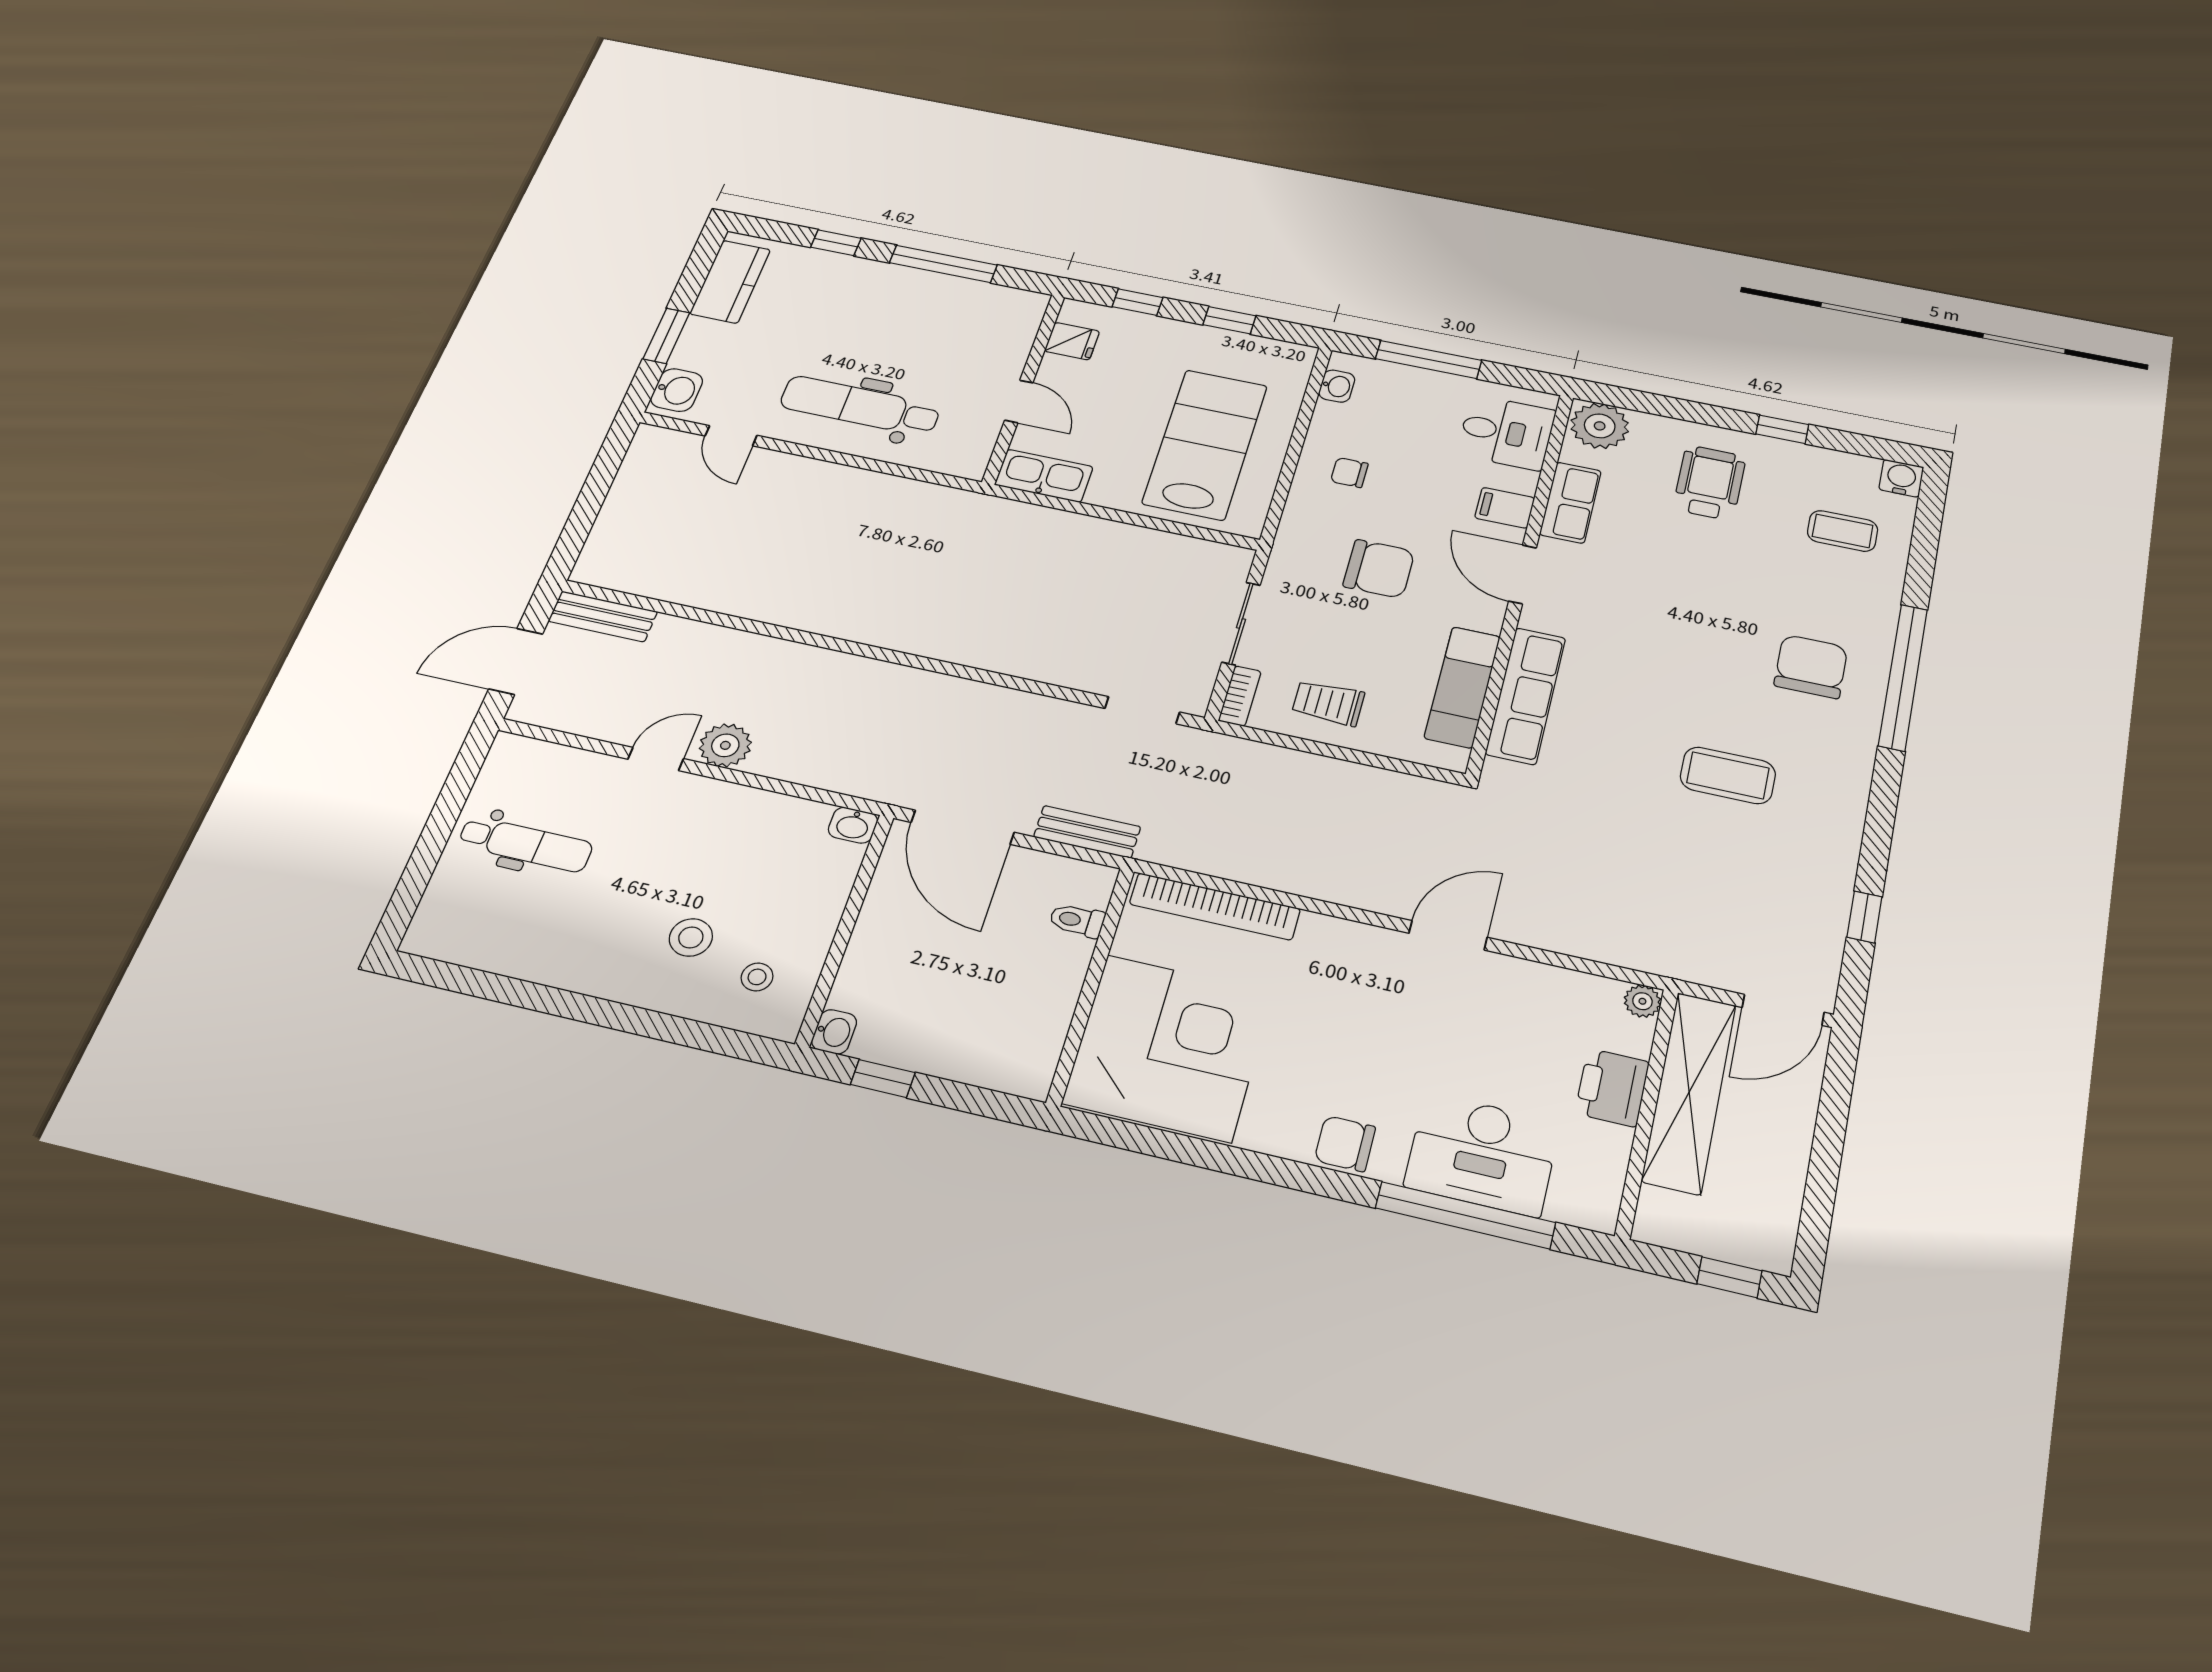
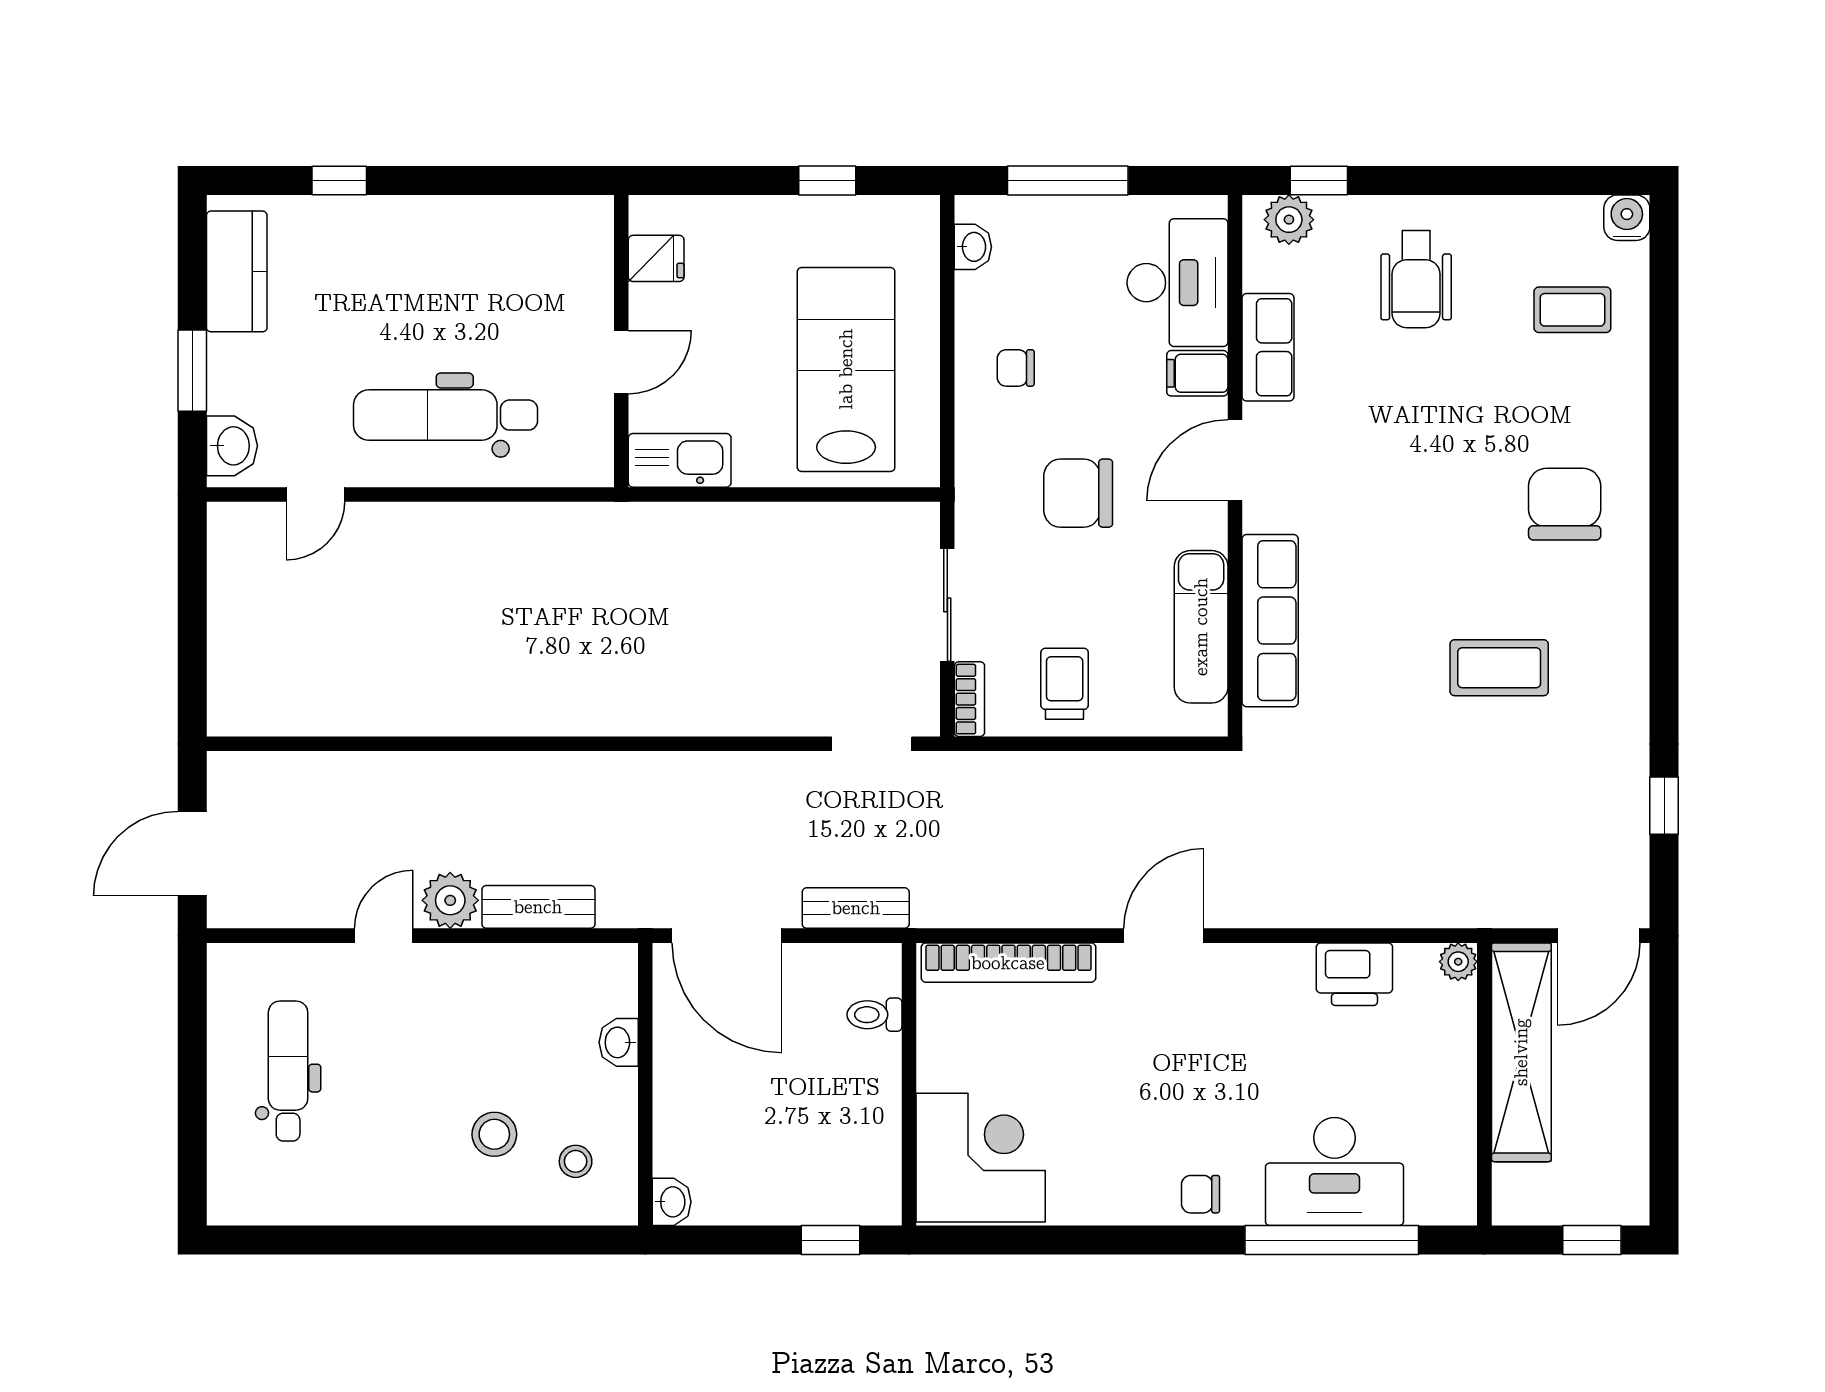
window: (943, 264) -> (474, 180), removed
window: (1137, 302) -> (715, 180), removed
door: (1019, 401) -> (621, 362), hinge flipped
plant: (1600, 426) -> (1289, 220), width x0.73, depth x0.73
window: (1782, 429) -> (1319, 180), moved
desk: (1506, 432) -> (1178, 283), width x1.37
door: (731, 436) -> (315, 494), hinge flipped
wheelchair: (1710, 483) -> (1416, 279), turned 180
chair: (1379, 569) -> (1078, 493), turned 180
door: (1523, 574) -> (1235, 460), hinge flipped
bench: (603, 616) -> (538, 907), moved
window: (1903, 677) -> (1664, 493), removed
trolley: (1328, 703) -> (1065, 684), turned 90
washbasin: (853, 825) -> (619, 1042), moved, turned 90
dental chair: (525, 844) -> (288, 1071), turned -90
door: (1448, 935) -> (1164, 936), moved
corner desk: (1168, 1048) -> (981, 1158), width x0.74, depth x0.74
window: (883, 1078) -> (830, 1240), moved
printer: (1612, 1088) -> (1354, 974), moved, turned -90
chair: (1345, 1144) -> (1200, 1194), width x0.73, depth x0.73

